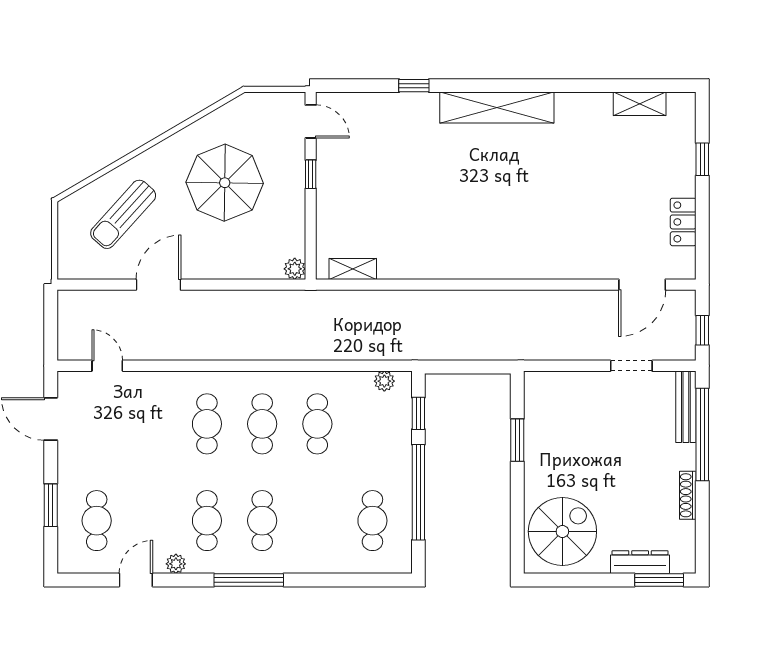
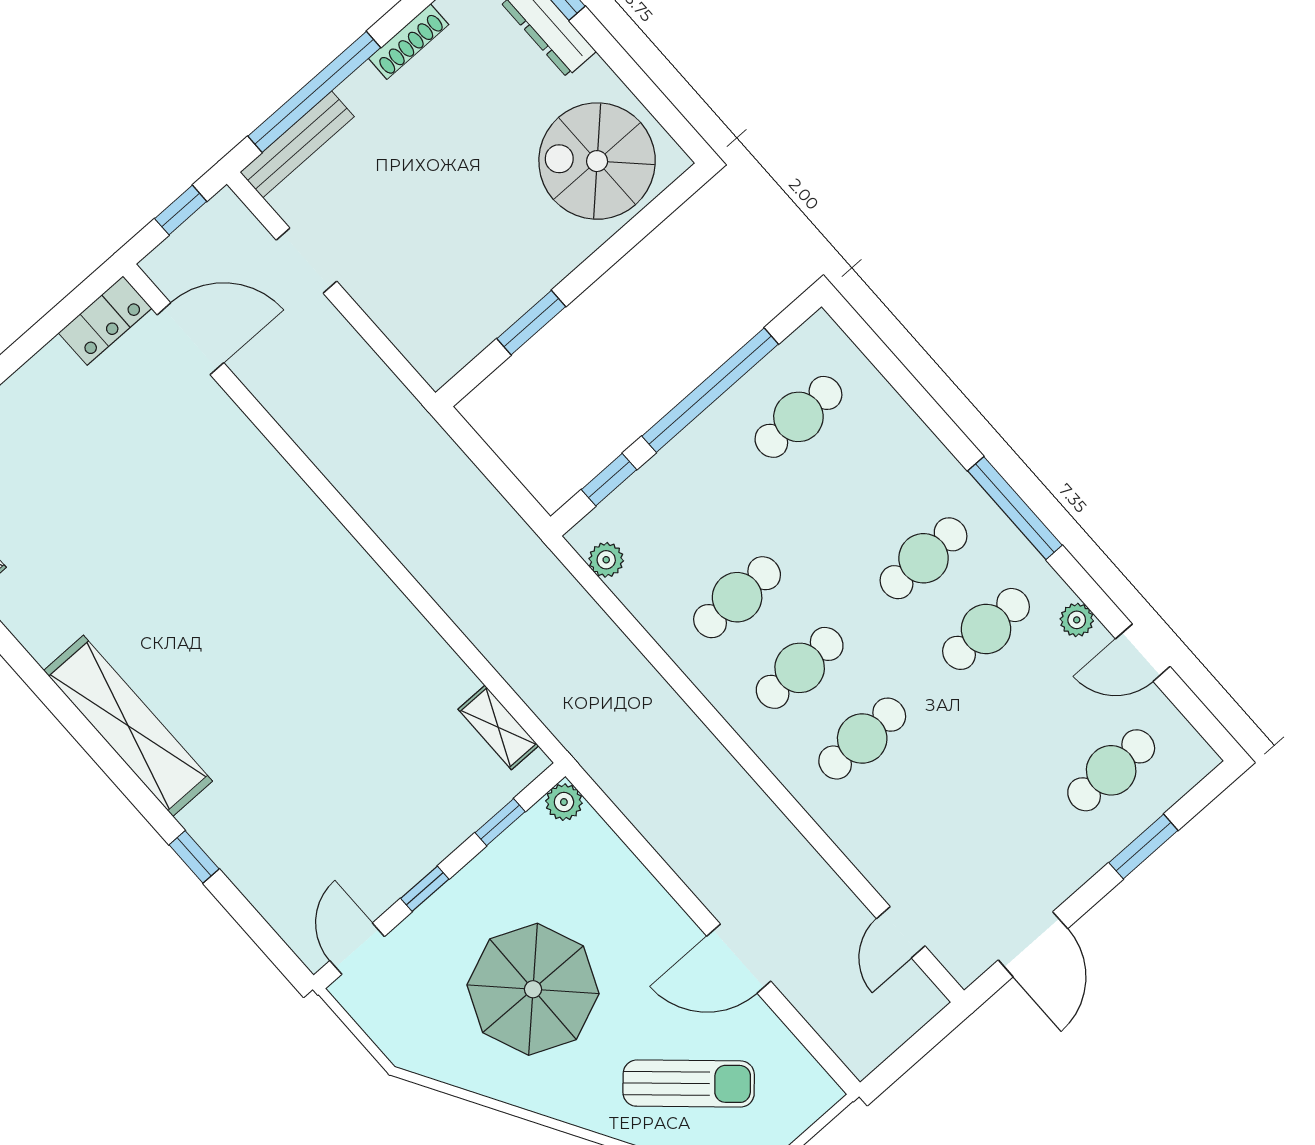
locker: (683, 222) -> (105, 321), moved
window: (311, 233) -> (500, 822), added

